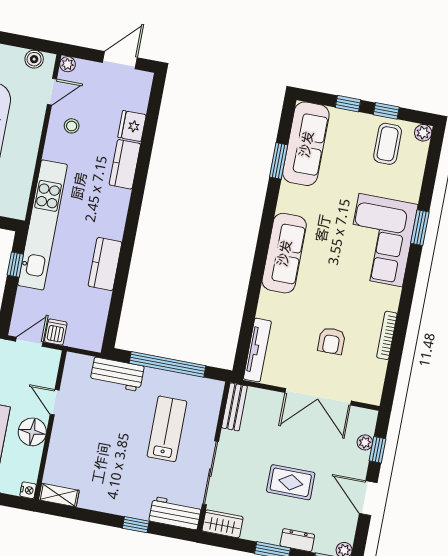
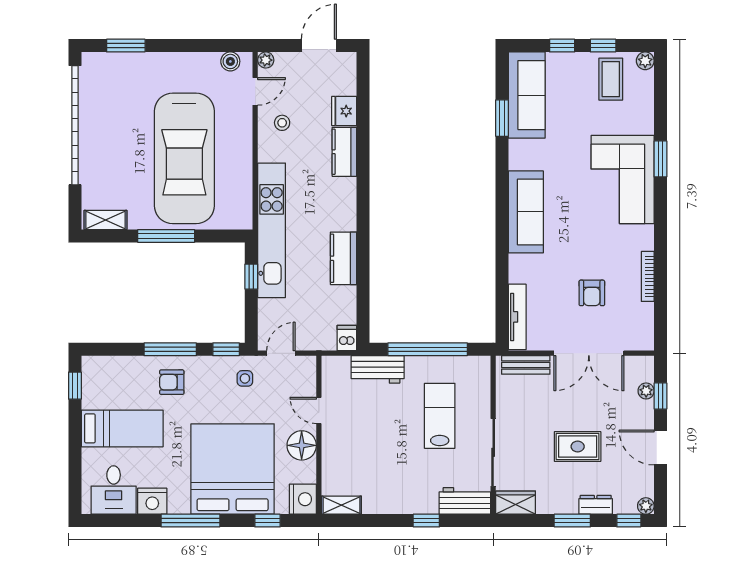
dishwasher: (56, 332) -> (347, 338), moved
bench: (234, 407) -> (526, 365), moved, turned 90
nightstand: (28, 490) -> (303, 499), width x1.89, depth x1.79

